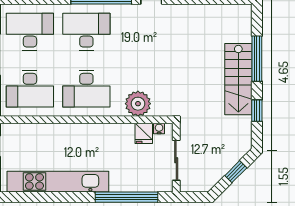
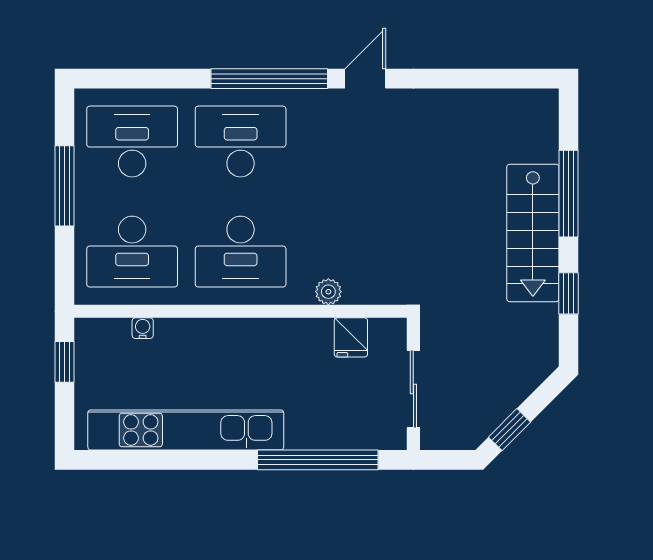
plant: (138, 104) -> (328, 292), width x0.53, depth x0.53
water cooler: (159, 129) -> (143, 328), moved
window: (236, 172) -> (509, 430), moved

